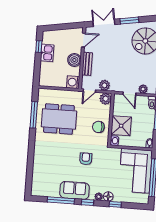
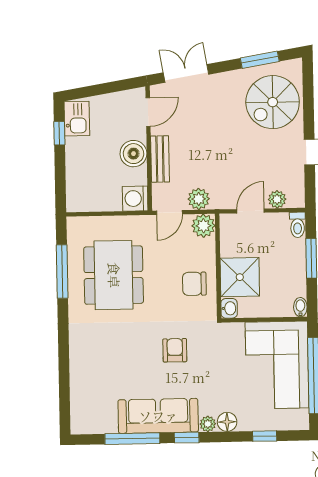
window: (129, 21) -> (260, 60), moved
kitchen sink: (47, 53) -> (77, 119), moved
door: (129, 94) -> (251, 211), swing flipped
dining table: (59, 119) -> (114, 275), turned 90
sofa: (75, 190) -> (158, 416), width x1.36
window: (115, 204) -> (265, 436), moved

